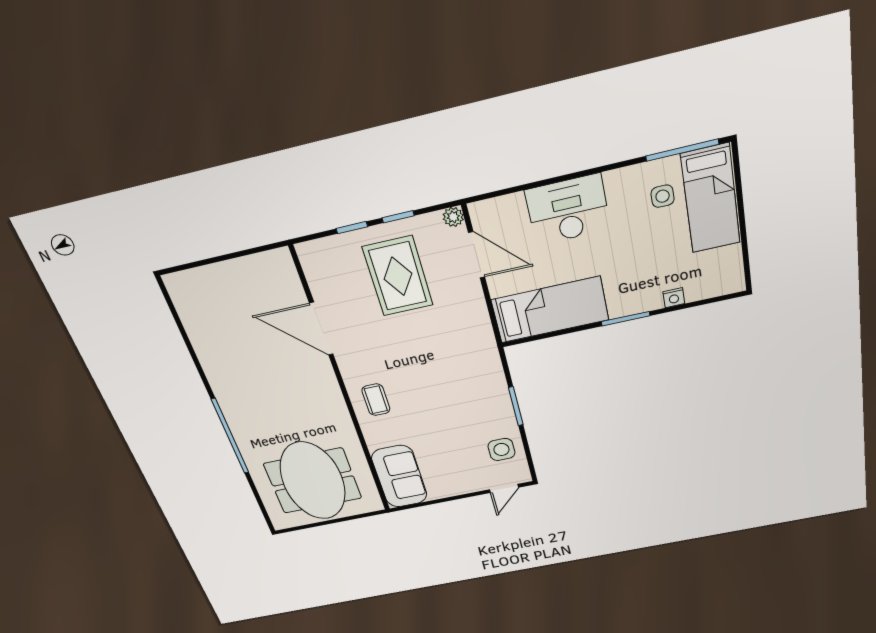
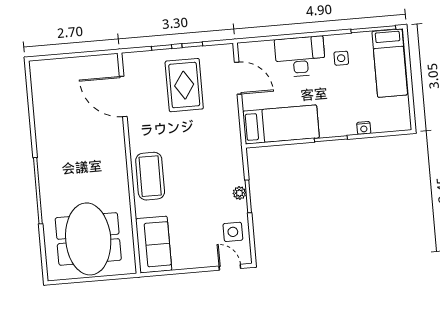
side table: (663, 196) -> (341, 58), moved
plant: (453, 217) -> (239, 193), moved
door: (321, 329) -> (123, 96), moved
coffee table: (376, 400) -> (150, 176), width x1.86, depth x1.72
door: (504, 488) -> (230, 267), swing flipped

